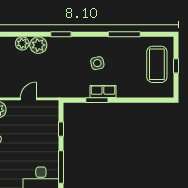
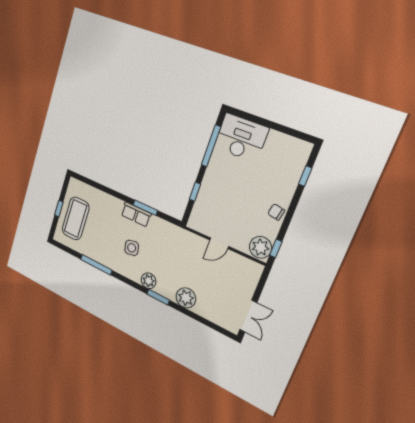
plant: (22, 43) -> (148, 281), moved

